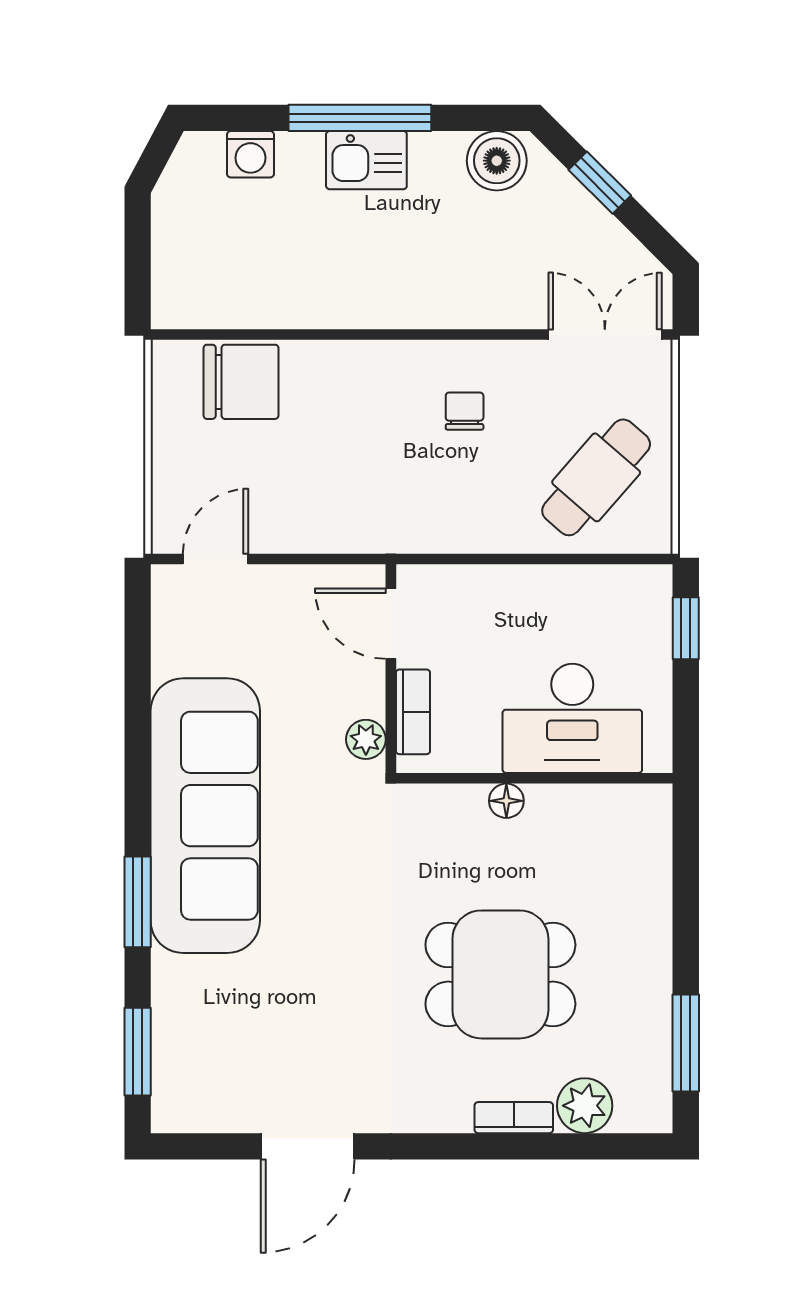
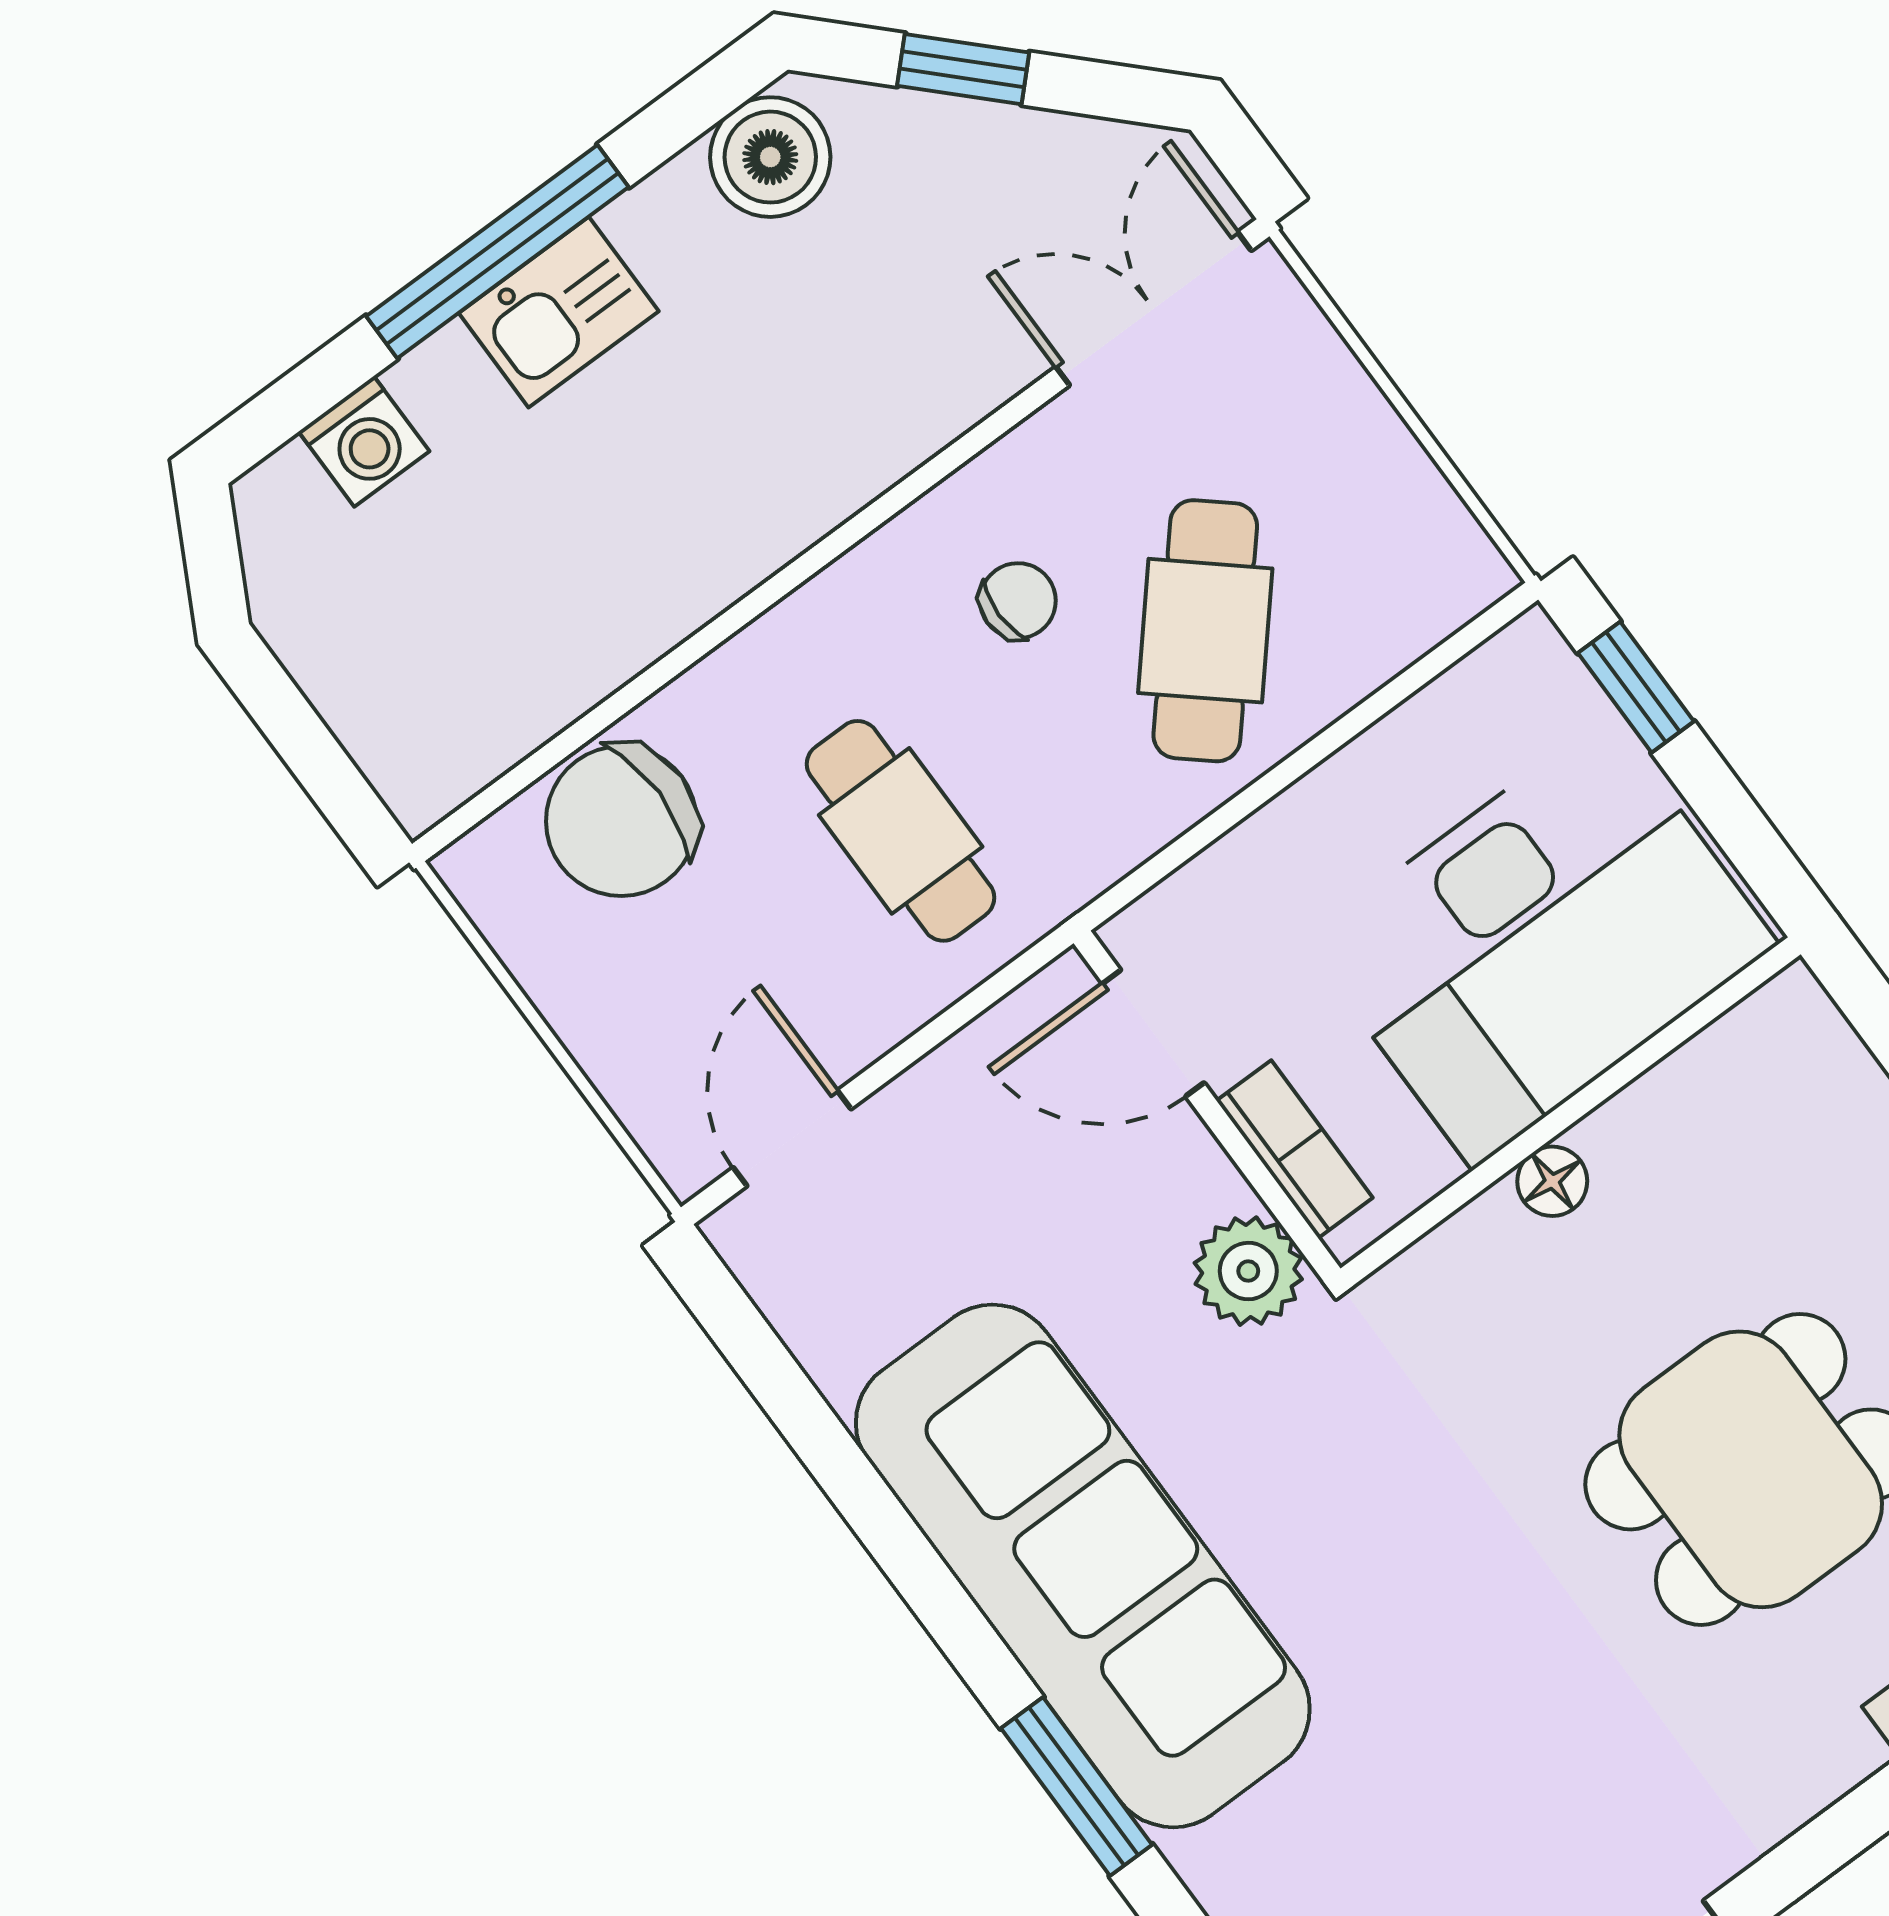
chair: (241, 382) -> (621, 821), turned 180
chair: (465, 411) -> (1018, 601), turned 90
cafe table: (350, 468) -> (901, 831), added
cafe table: (596, 477) -> (1205, 631), moved
desk: (572, 718) -> (1541, 942), width x1.36, depth x1.30
plant: (366, 739) -> (1248, 1271), width x1.38, depth x1.38

